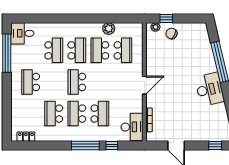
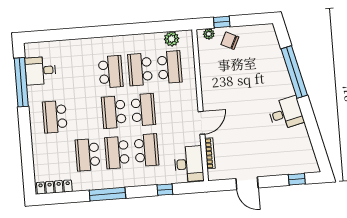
plant: (109, 29) -> (172, 39), moved
desk: (22, 33) -> (40, 71), moved
school desk: (54, 50) -> (143, 110), moved
door: (144, 85) -> (202, 123), moved
desk: (210, 89) -> (286, 113), width x0.73
locker: (26, 137) -> (54, 187), width x1.53
window: (85, 145) -> (107, 194), moved

